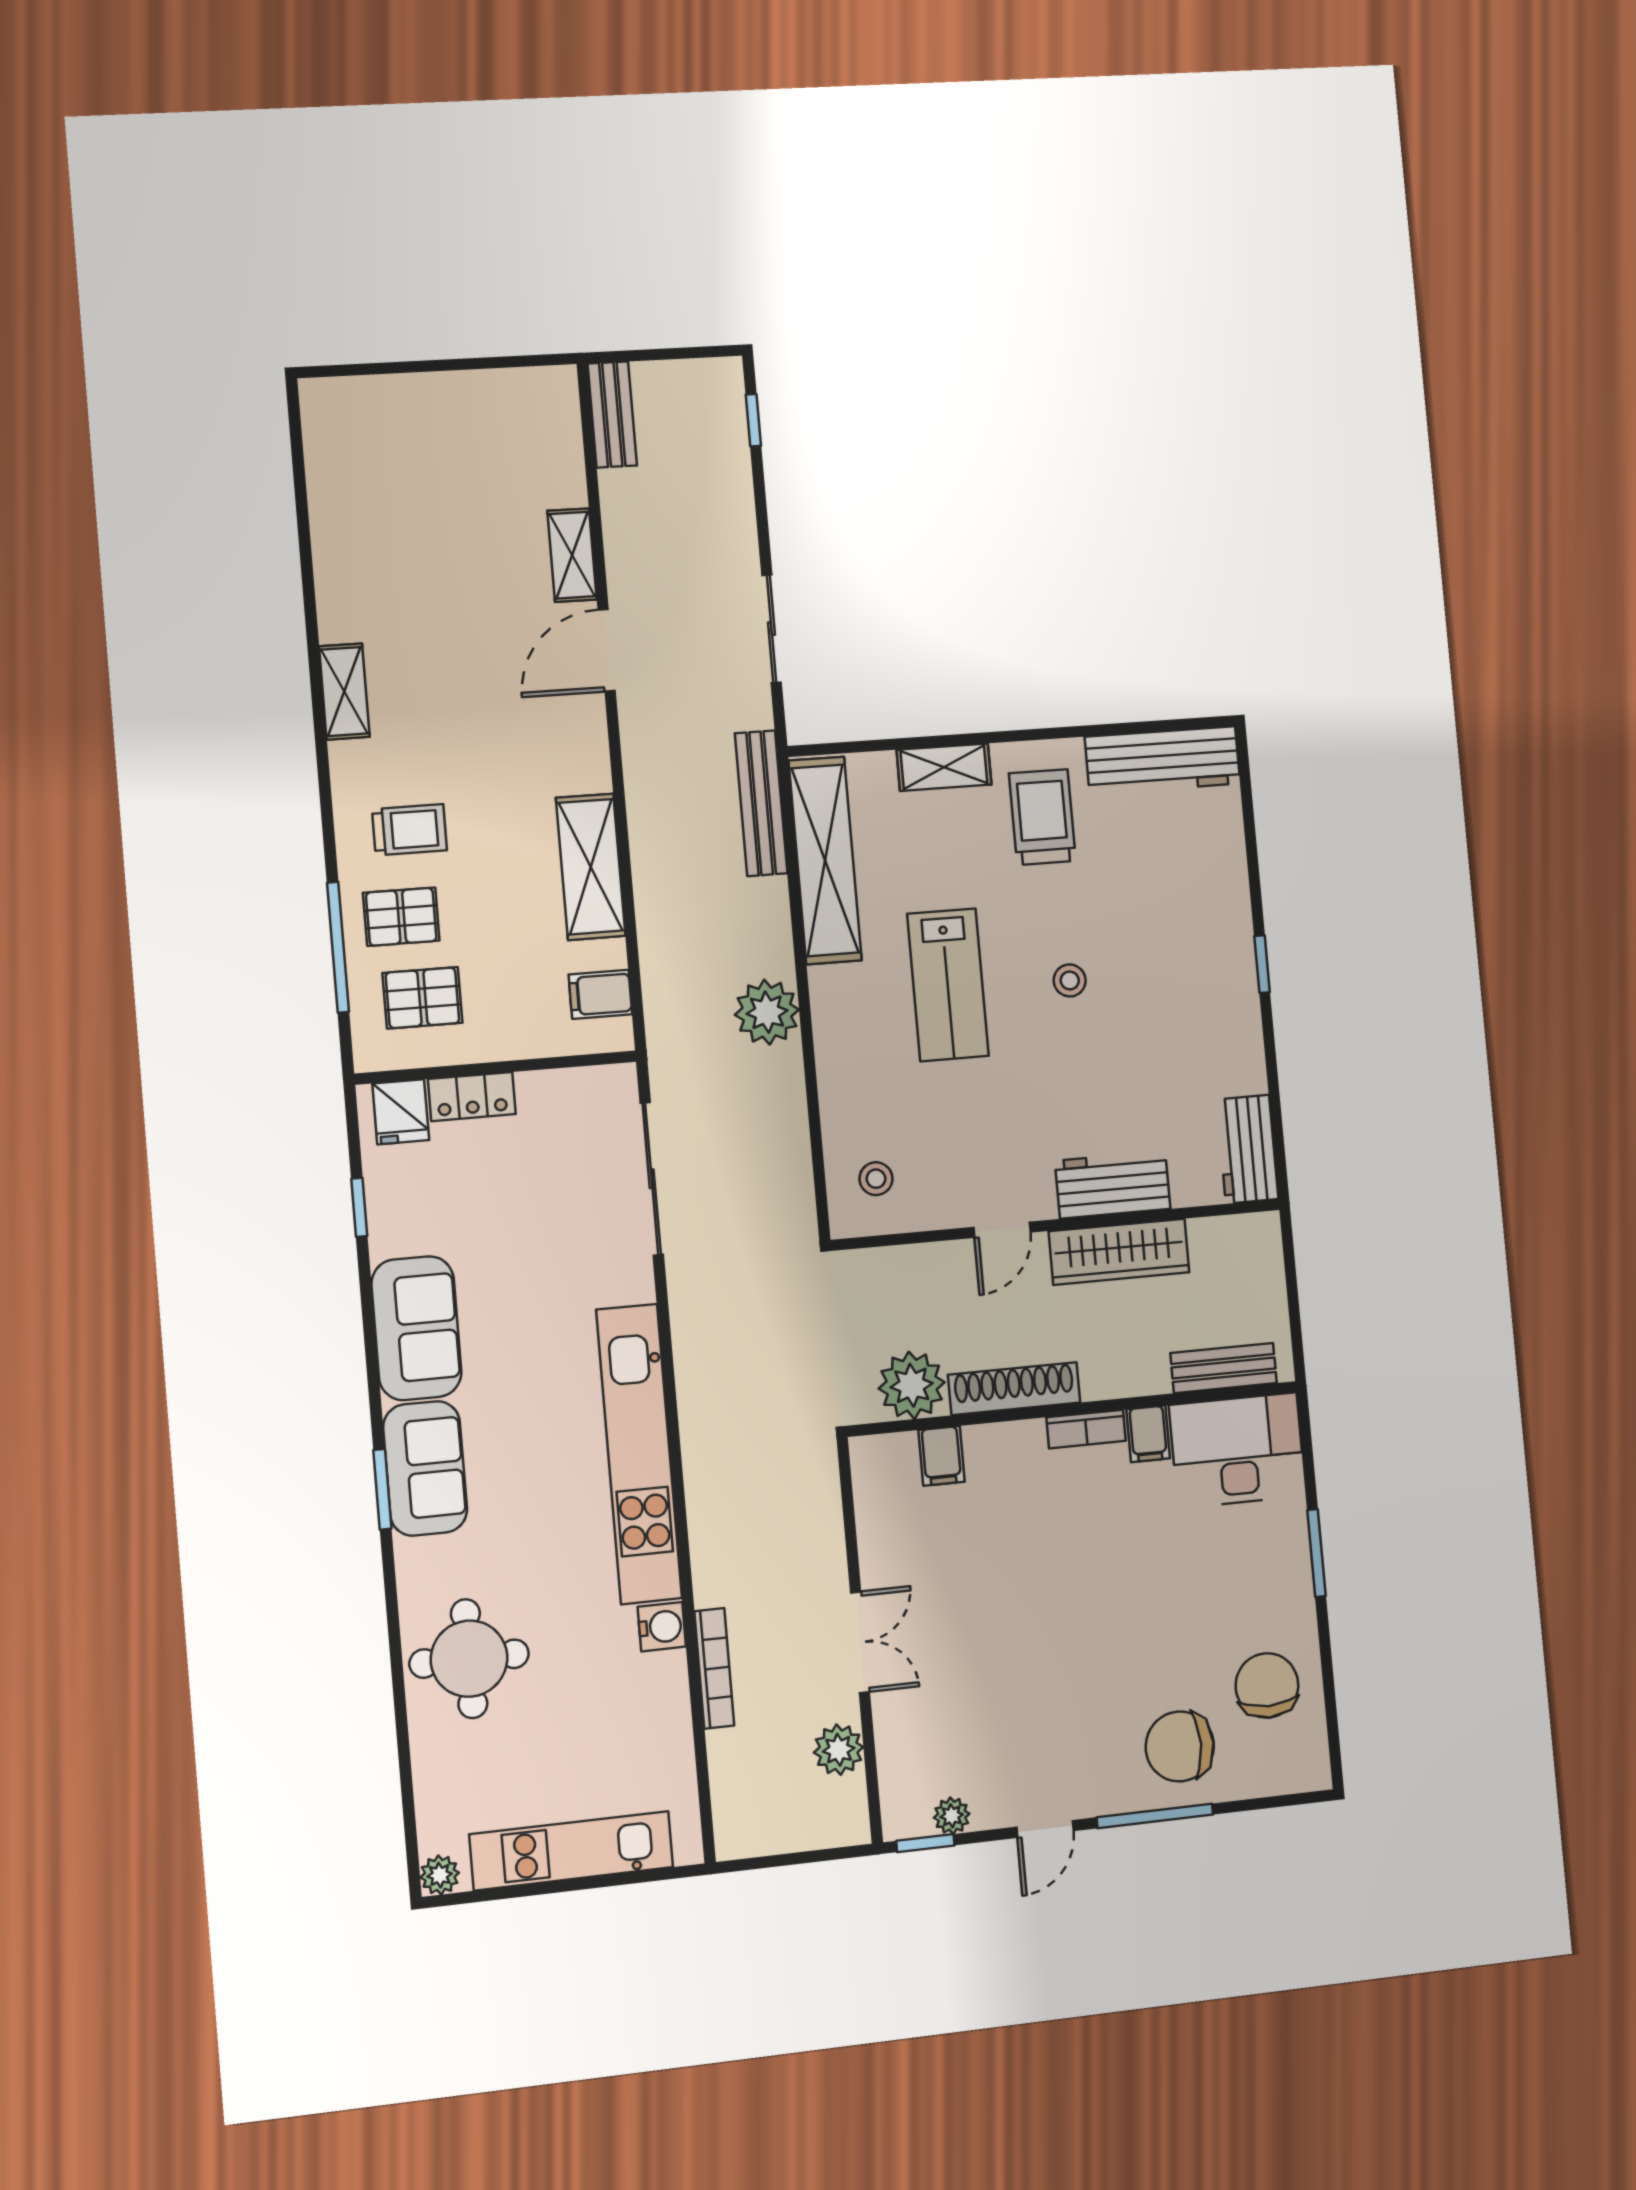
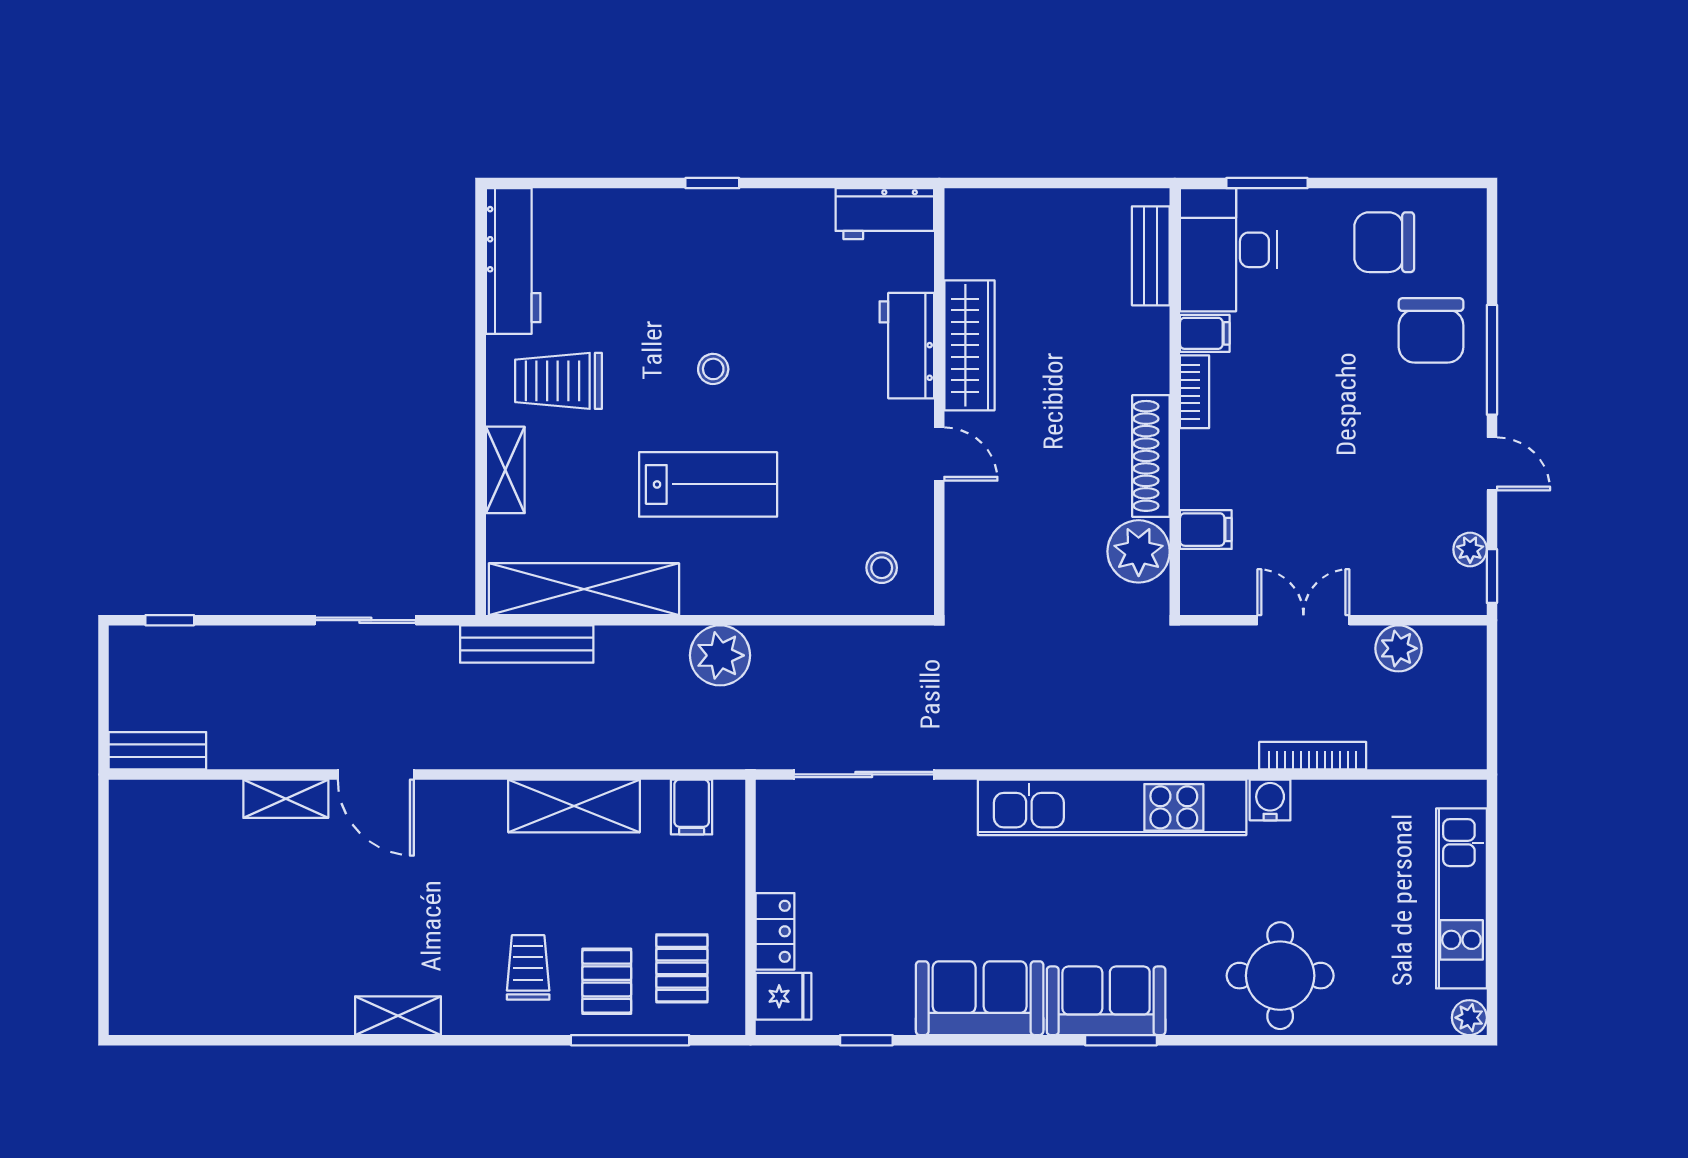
bench: (1224, 1368) -> (1151, 256), moved
plant: (912, 1385) -> (1139, 551), moved
shoe rack: (1014, 1389) -> (1151, 456), moved
wall: (1074, 1409) -> (1175, 402), moved
bookcase: (1086, 1429) -> (1195, 392), moved
filing cabinet: (1148, 1434) -> (1205, 333), moved
desk: (1237, 1450) -> (1228, 250), moved
filing cabinet: (941, 1456) -> (1206, 530), moved

